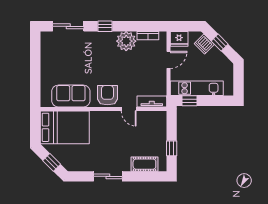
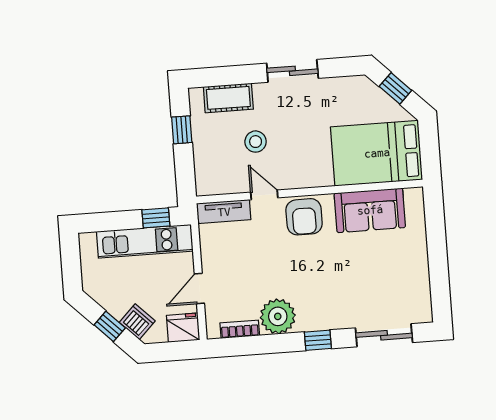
stool: (131, 139) -> (256, 142), added

